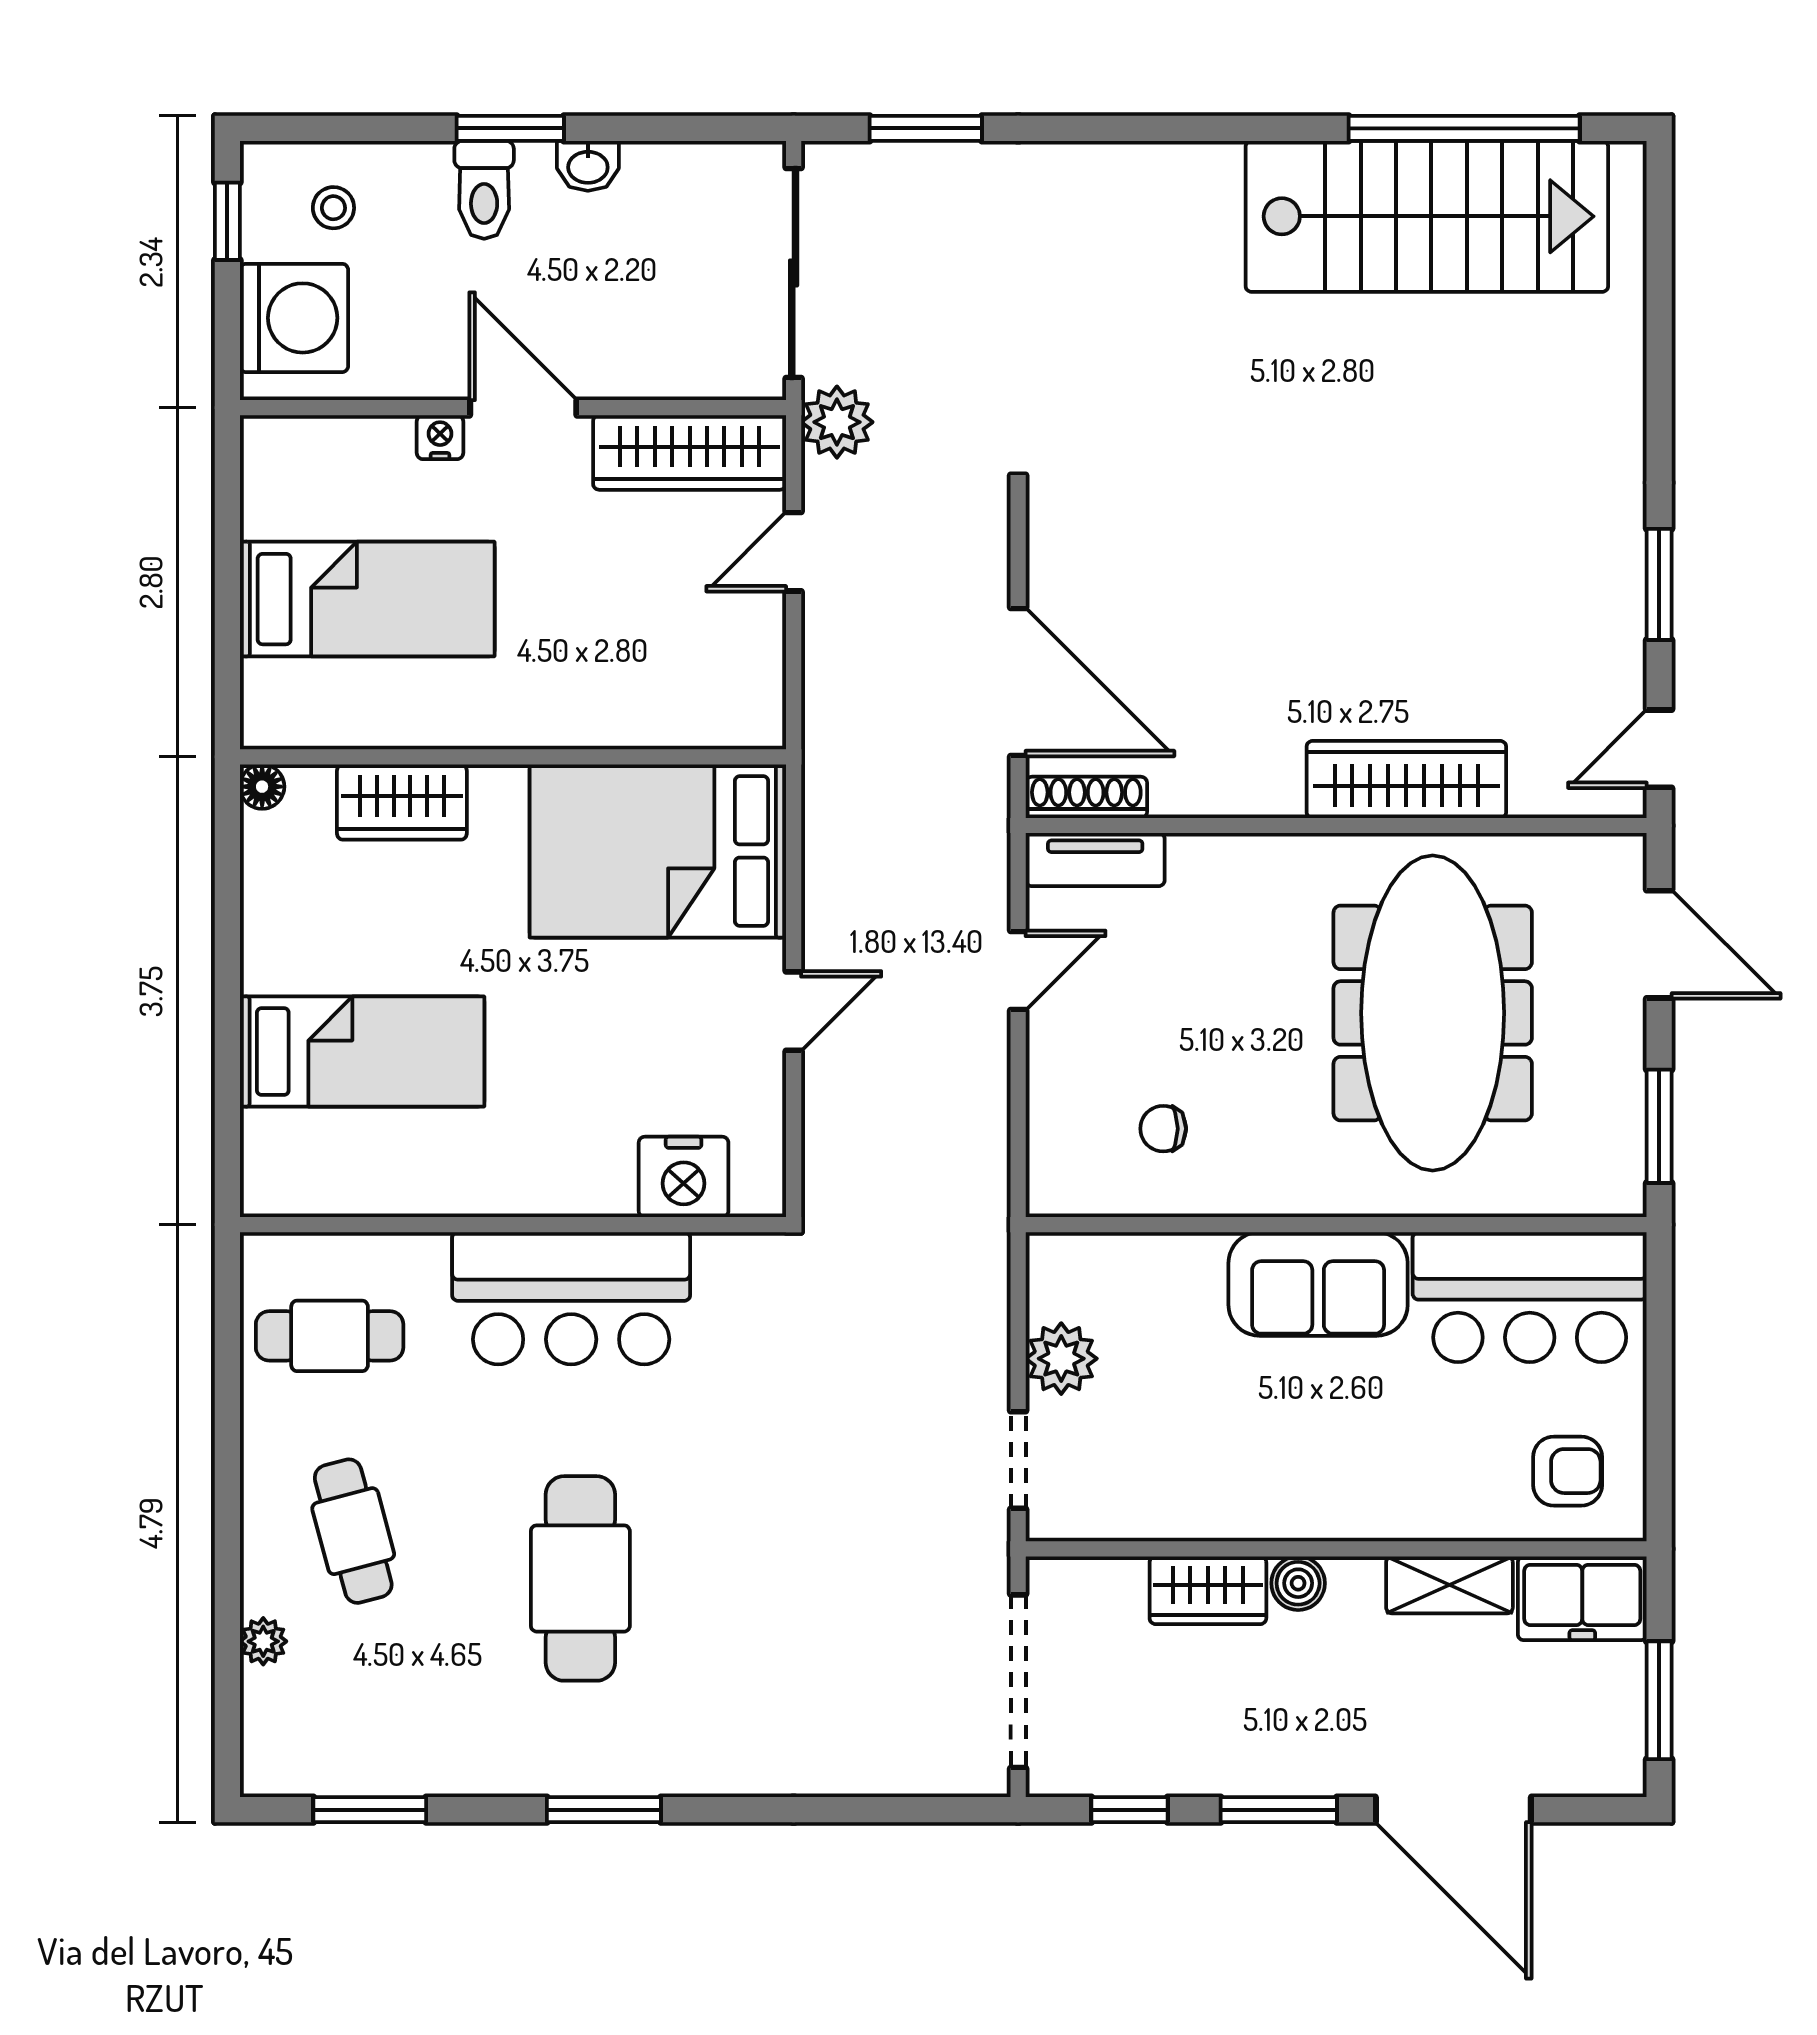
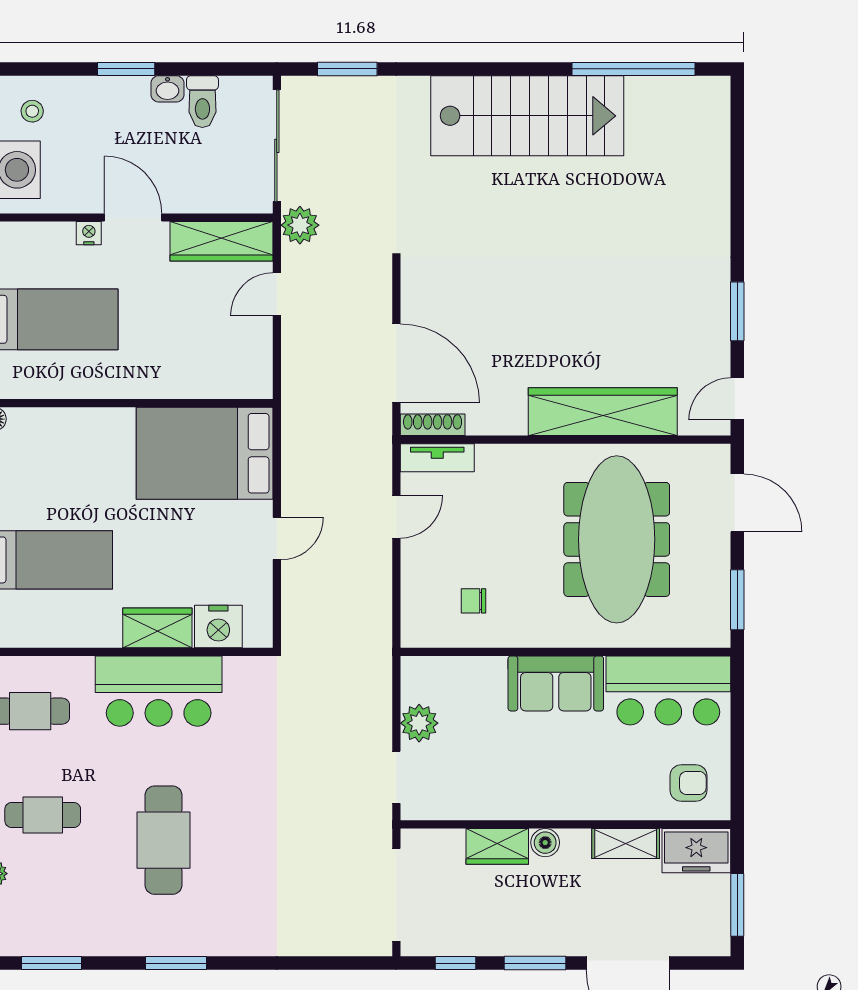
toilet: (484, 190) -> (202, 102), moved
stairs: (1427, 216) -> (527, 116), moved
wardrobe: (1406, 779) -> (603, 412), width x1.40, depth x1.17
wardrobe: (402, 802) -> (157, 628), moved, turned 180
cafe table: (353, 1531) -> (43, 815), turned -75

